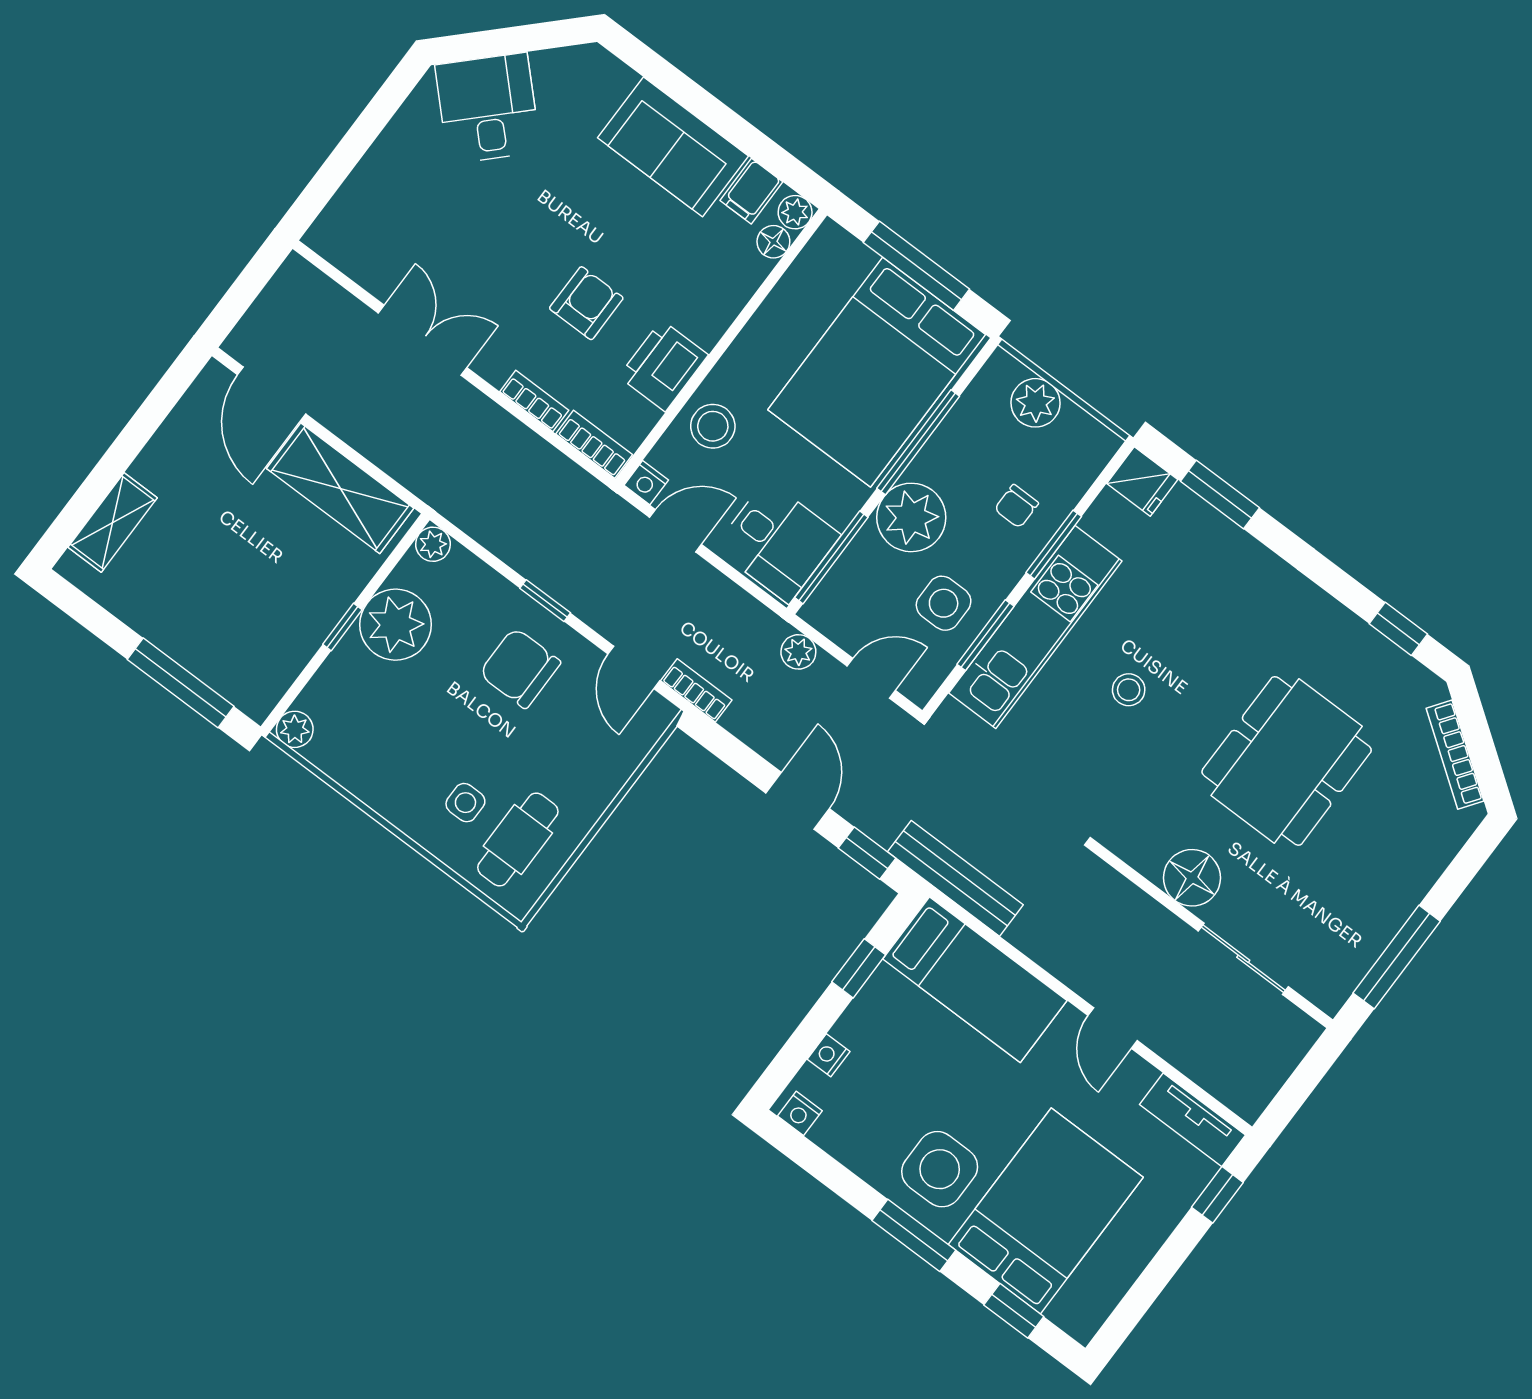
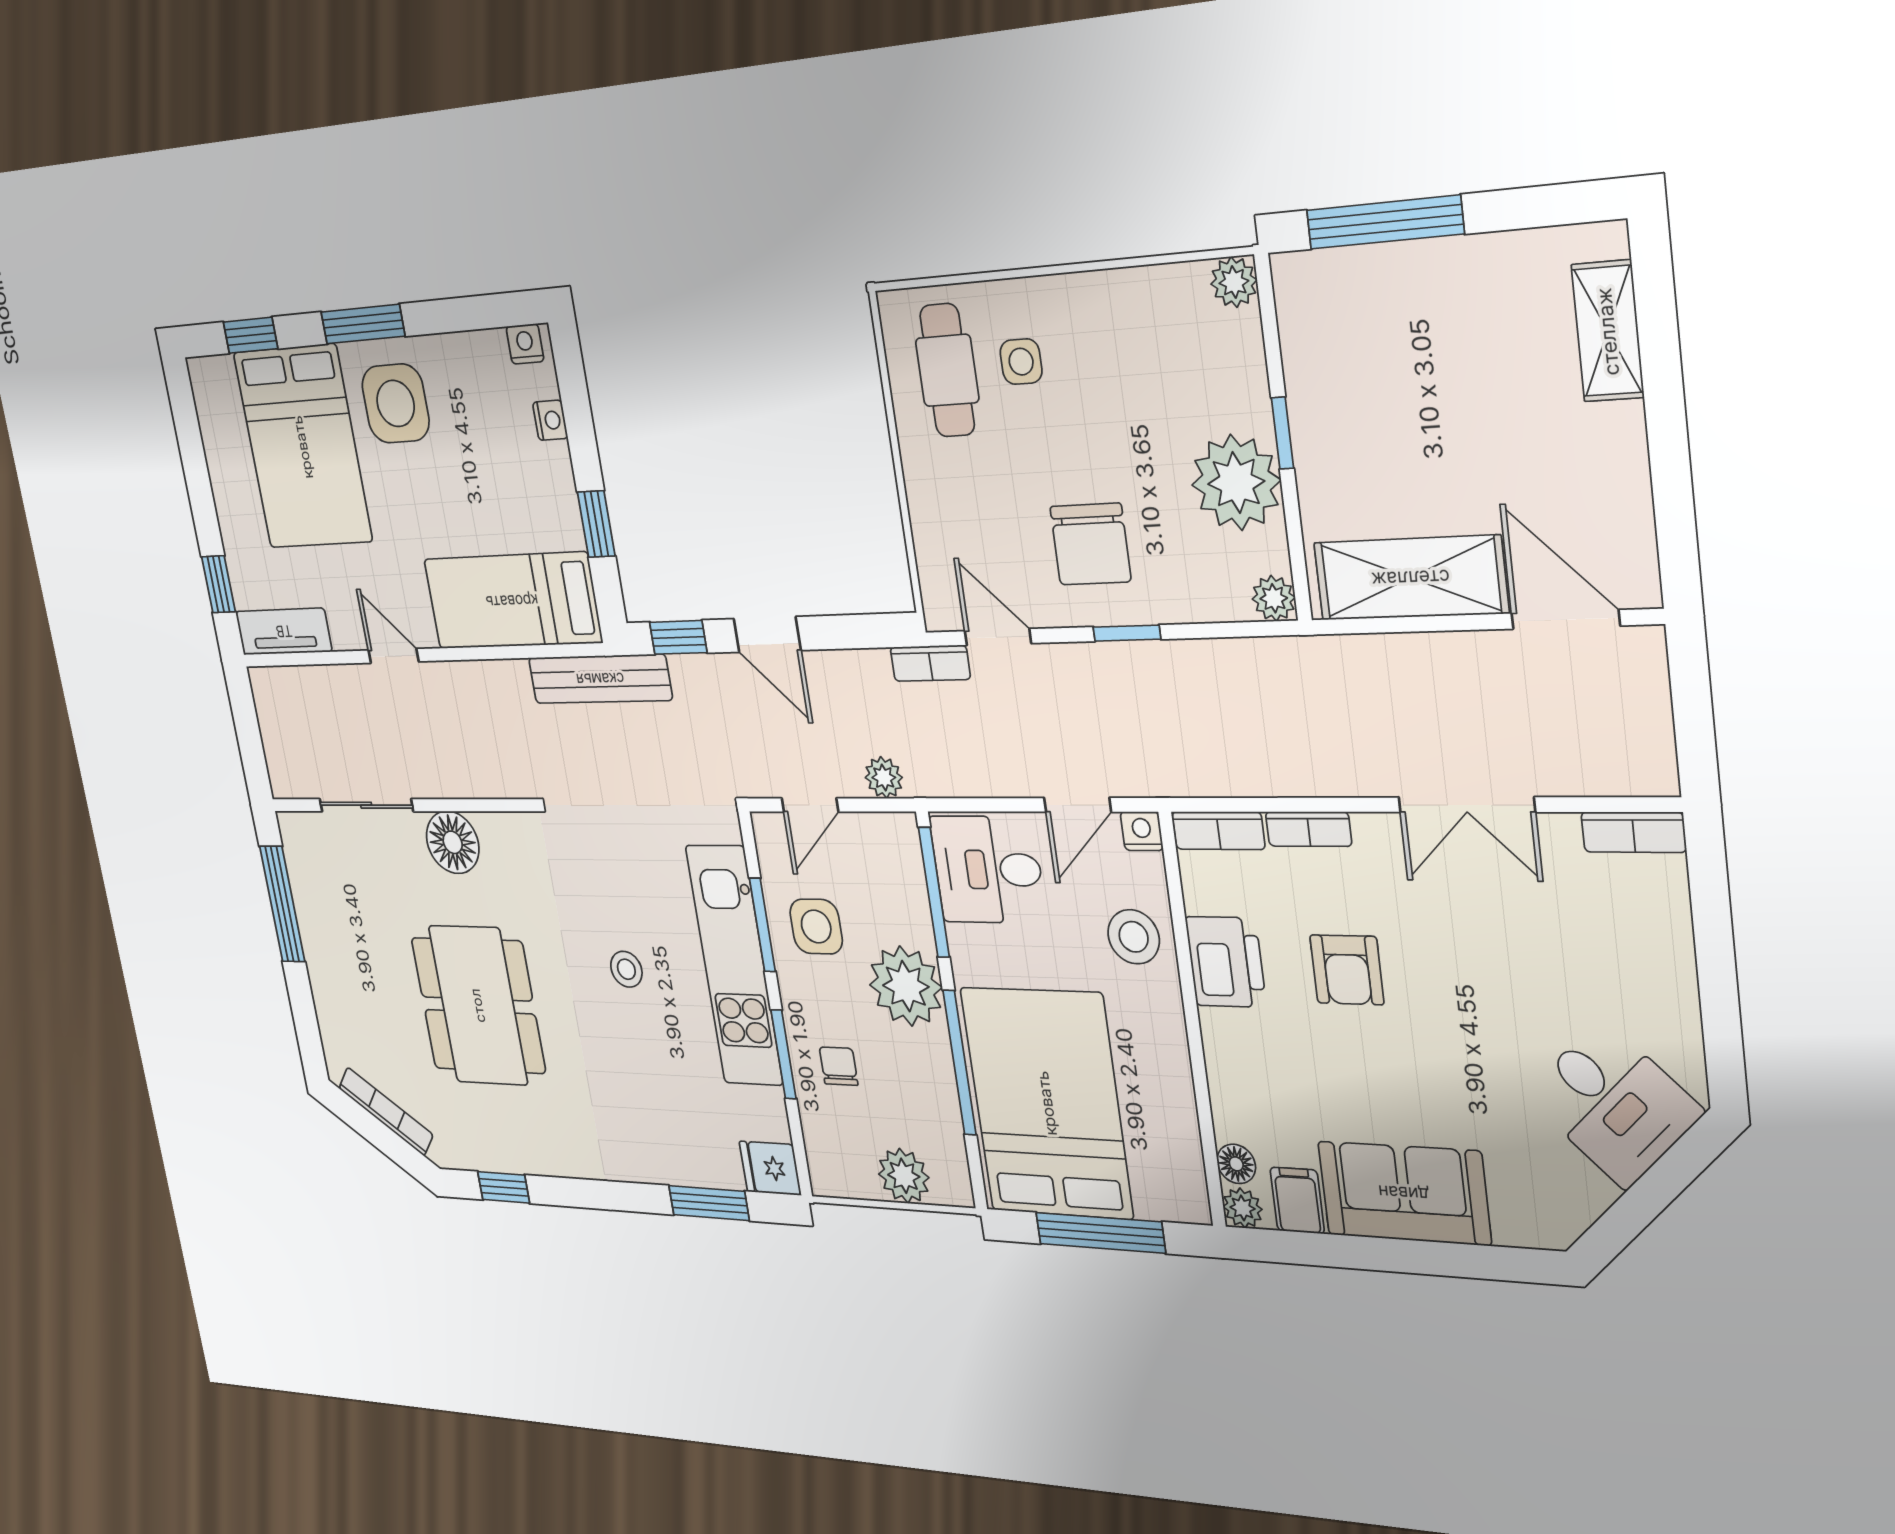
bookcase: (337, 251) -> (1633, 832), added
chair: (520, 668) -> (1091, 544), turned 90

